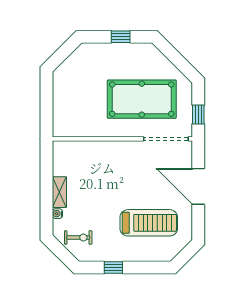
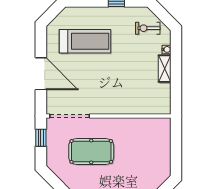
pool table: (142, 99) -> (91, 151), width x0.73, depth x0.76
treadmill: (149, 223) -> (85, 41), turned 180

